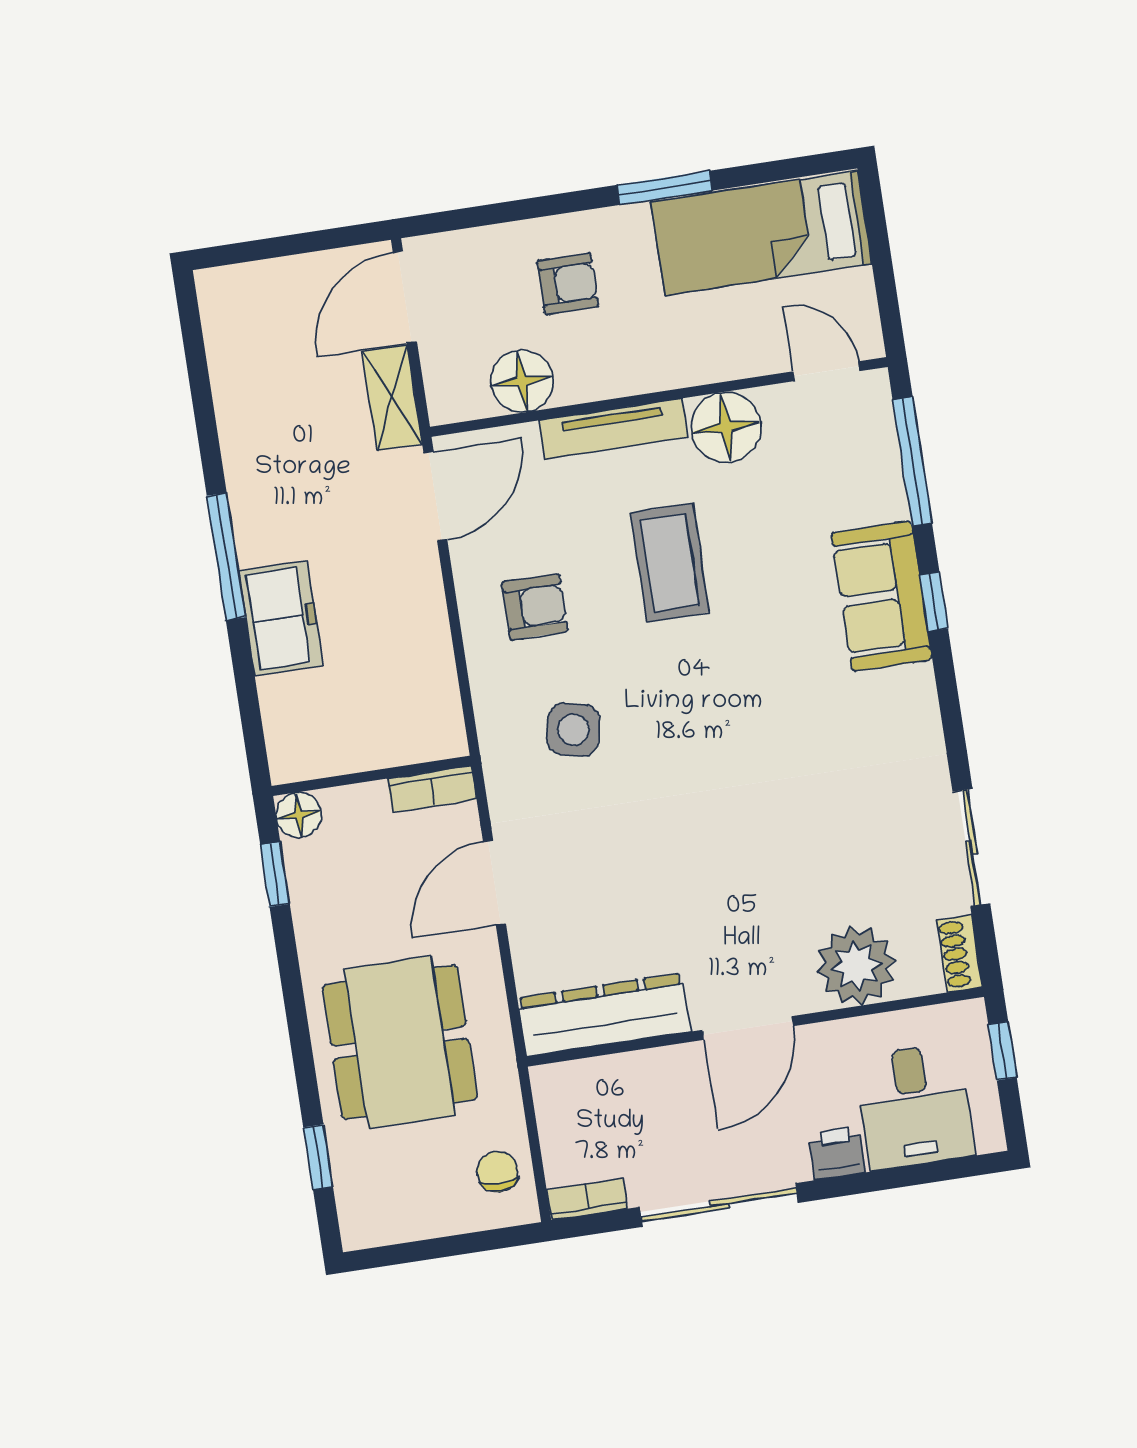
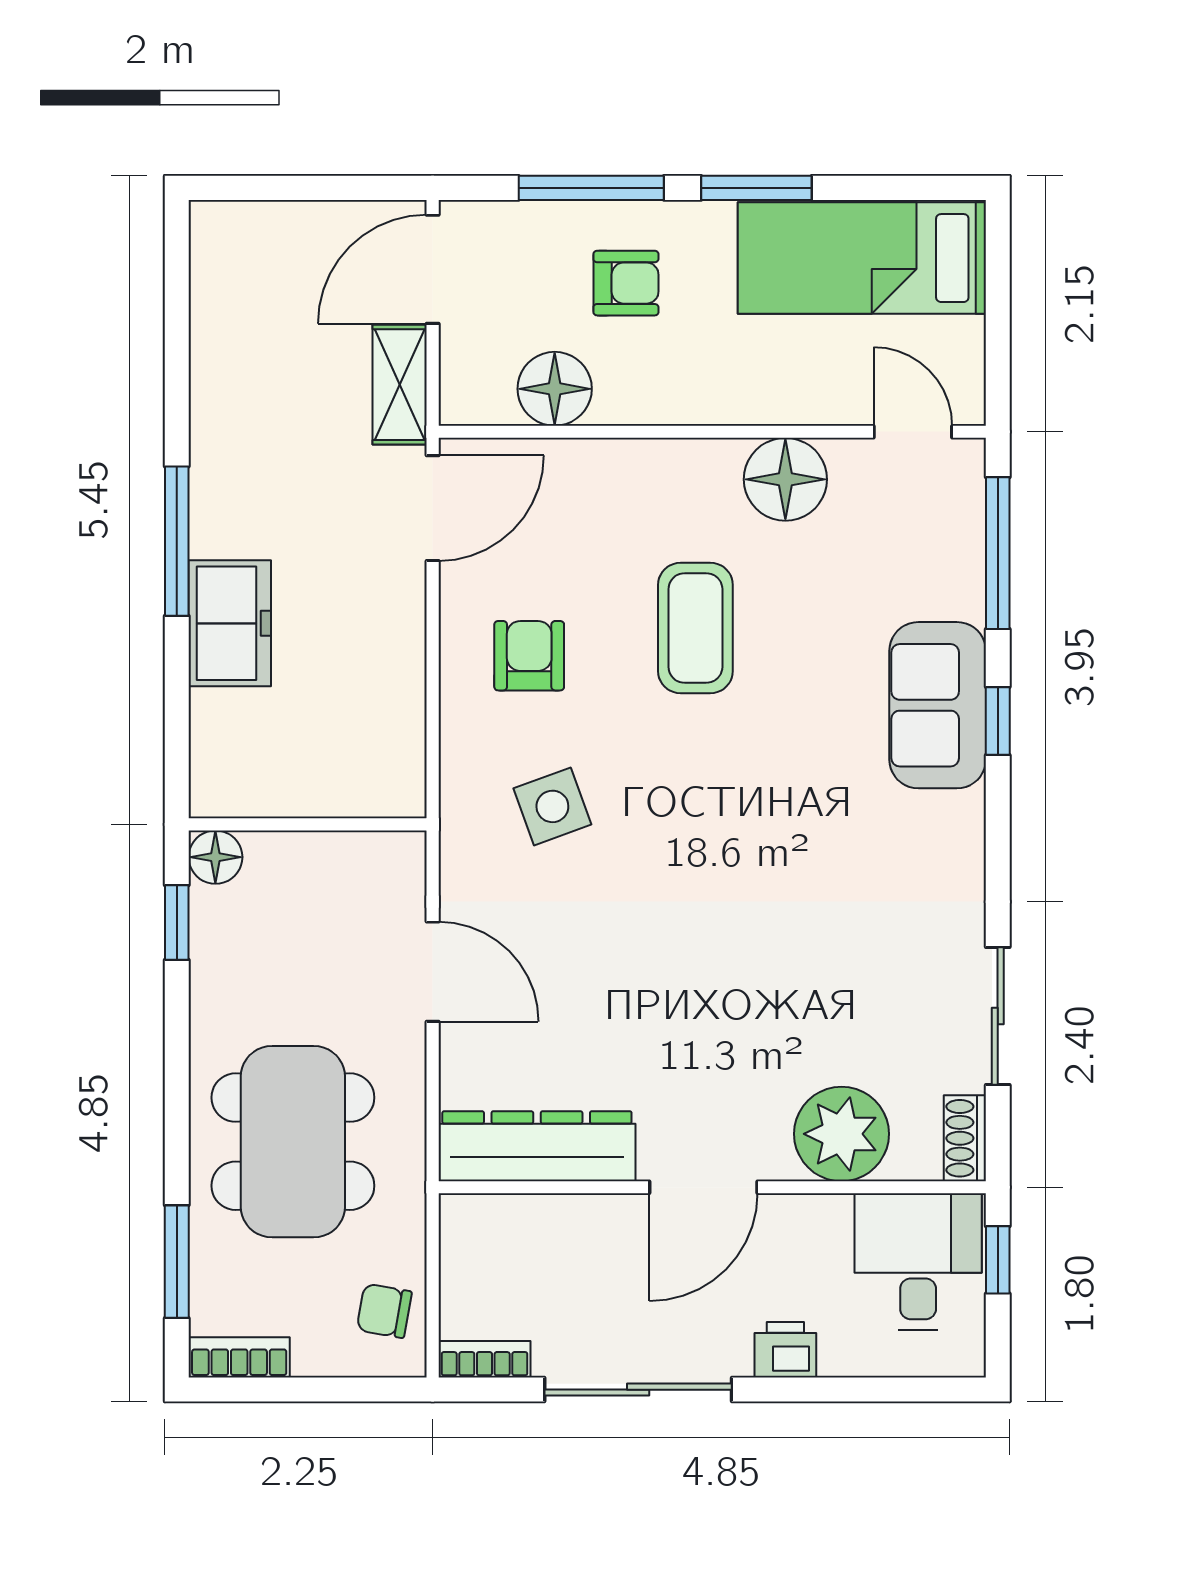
window: (527, 209) -> (591, 188), added
tv unit: (613, 429) -> (653, 461), removed
armchair: (535, 607) -> (529, 656), turned -90
side table: (573, 730) -> (552, 806), turned -33
bookcase: (432, 789) -> (239, 1357), moved, turned 180
door: (494, 883) -> (433, 972), swing flipped
desk: (914, 1106) -> (918, 1262), moved, turned 180
window: (318, 1157) -> (177, 1262), width x1.50
chair: (497, 1172) -> (384, 1311), turned -80

